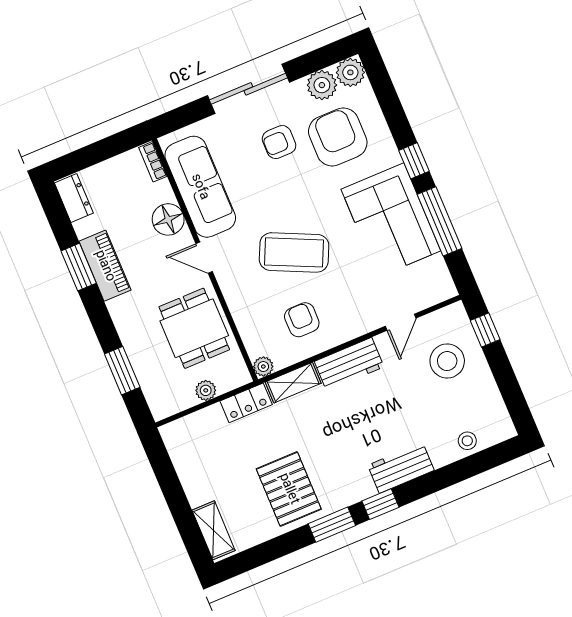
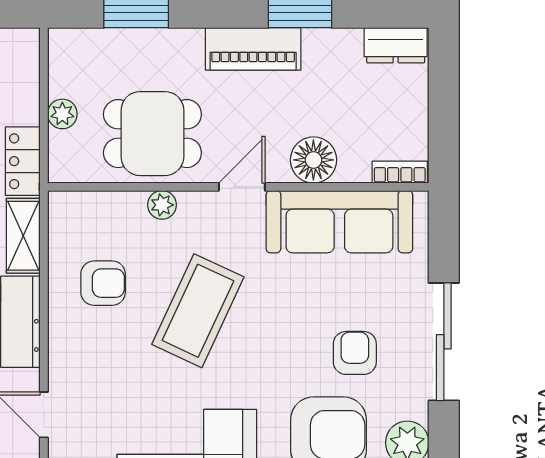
piano: (105, 266) -> (253, 49), moved
plant: (263, 367) -> (162, 205), moved

